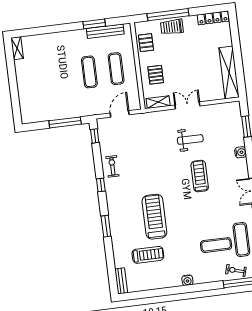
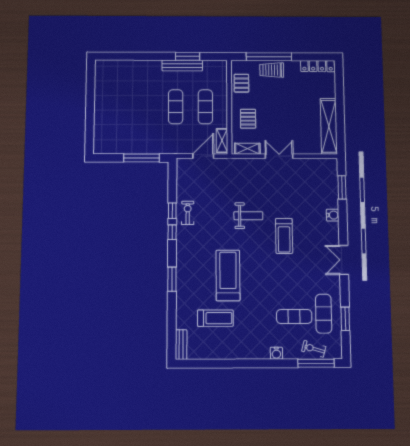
bench: (105, 31) -> (182, 66), moved
shelving: (17, 48) -> (222, 141), moved
window: (95, 136) -> (172, 211), moved
weight bench: (190, 139) -> (248, 216), moved
treadmill: (200, 176) -> (284, 236), turned 180
water cooler: (187, 280) -> (276, 353), moved

